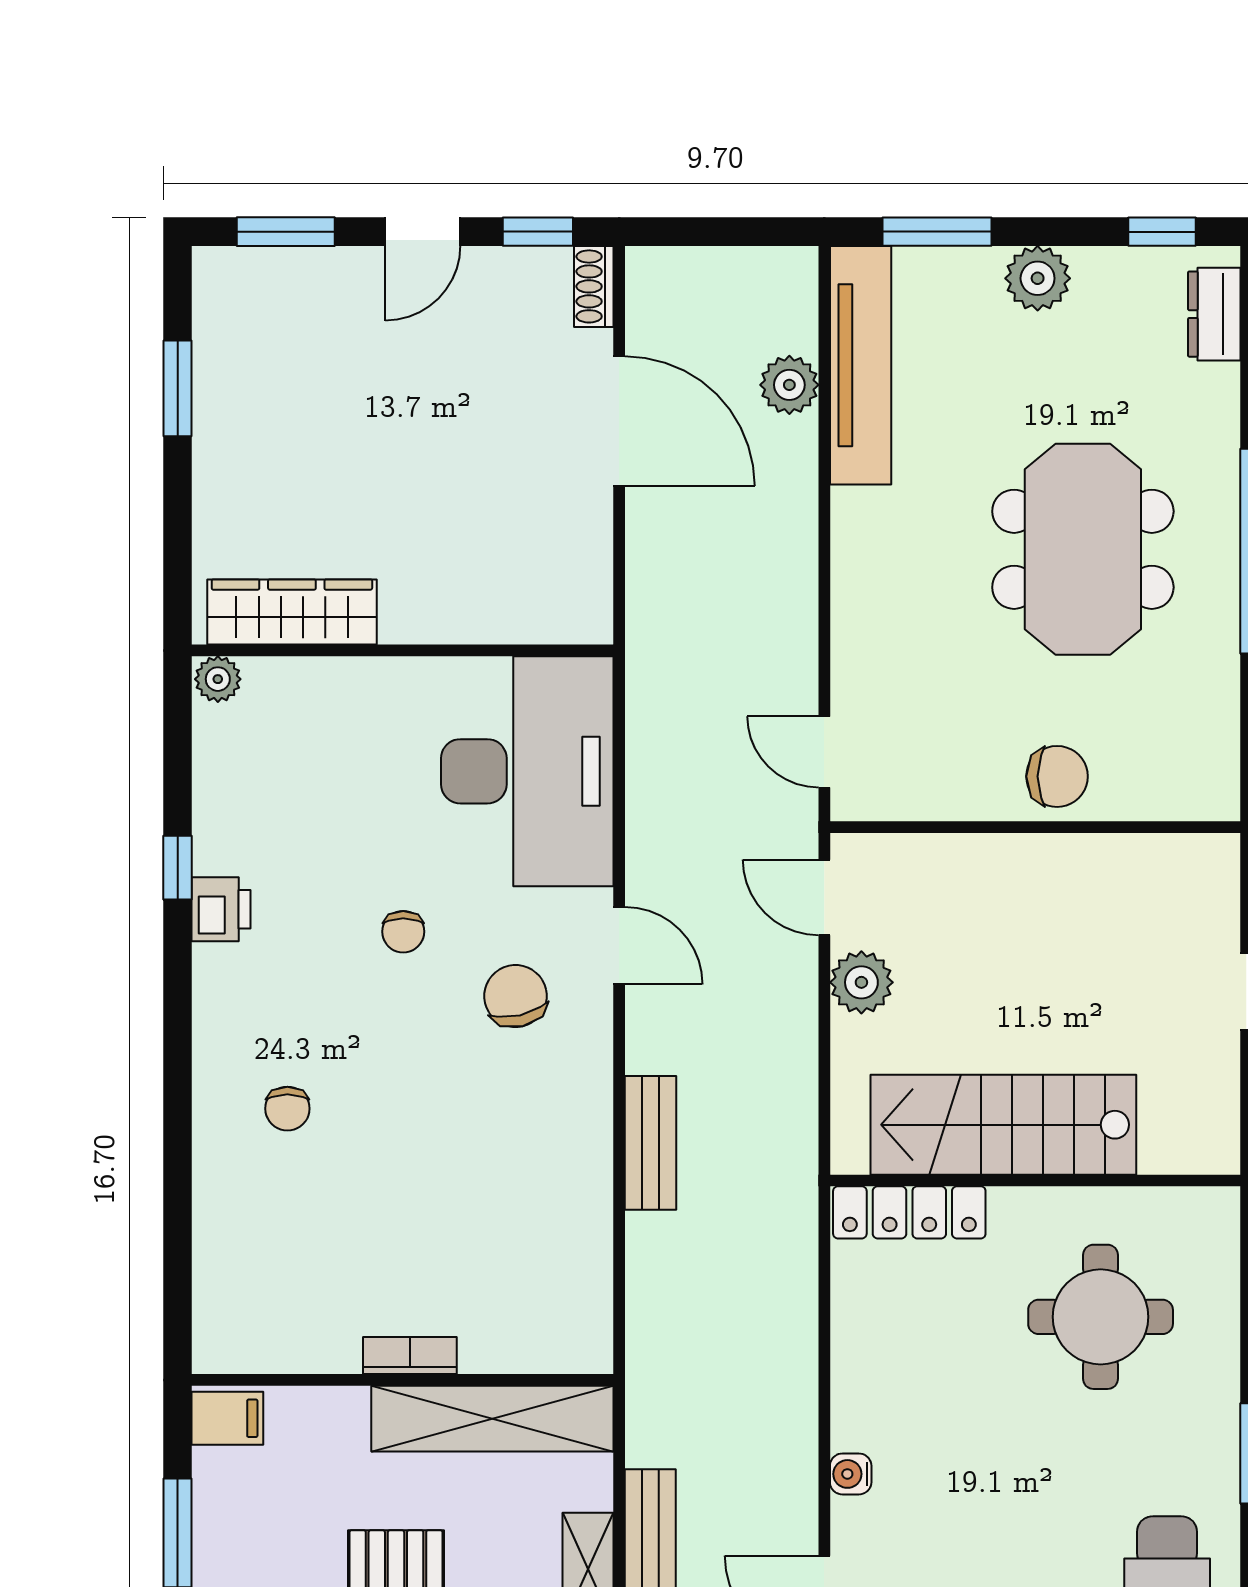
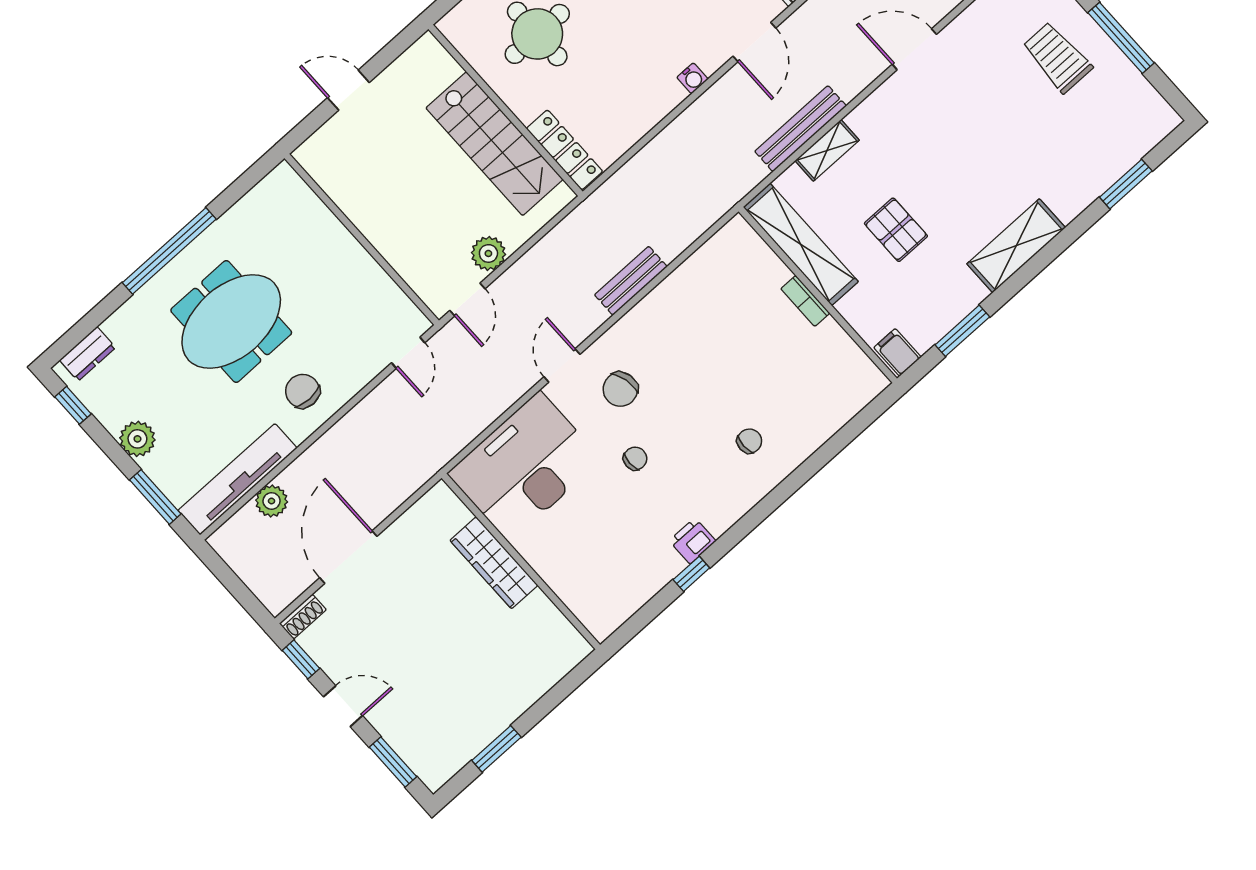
wardrobe: (292, 612) -> (494, 563), moved
plant: (218, 679) -> (600, 626), removed
chair: (1057, 776) -> (303, 391), moved

